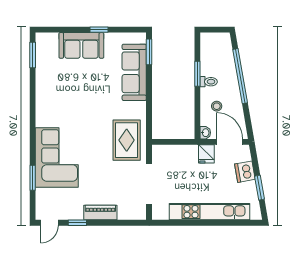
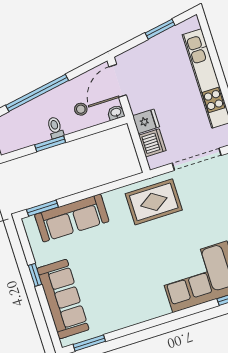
sofa: (81, 45) -> (63, 299), width x1.36
fridge: (206, 154) -> (146, 121), moved
dishwasher: (245, 172) -> (152, 143), moved, turned -80

